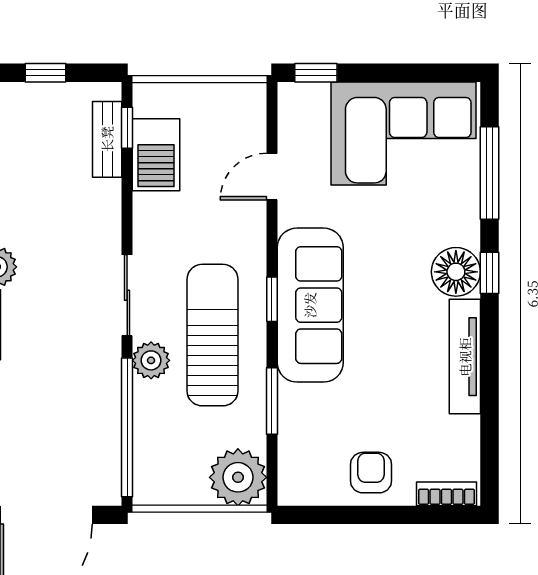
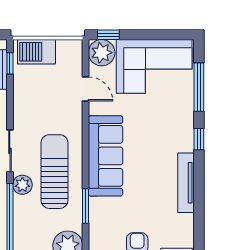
plant: (303, 107) -> (102, 53), added
barbecue: (156, 155) -> (36, 52), moved, turned 90
door: (272, 177) -> (86, 89), swing flipped
floor lamp: (456, 272) -> (181, 139), removed
window: (272, 299) -> (86, 153), removed

